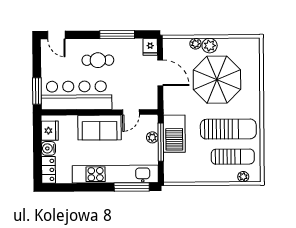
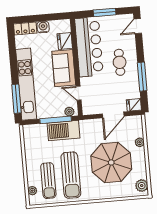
plant: (210, 46) -> (142, 186), moved
window: (37, 91) -> (105, 12), moved
fridge: (50, 131) -> (65, 41), moved, turned 90
plant: (152, 137) -> (69, 112), moved

